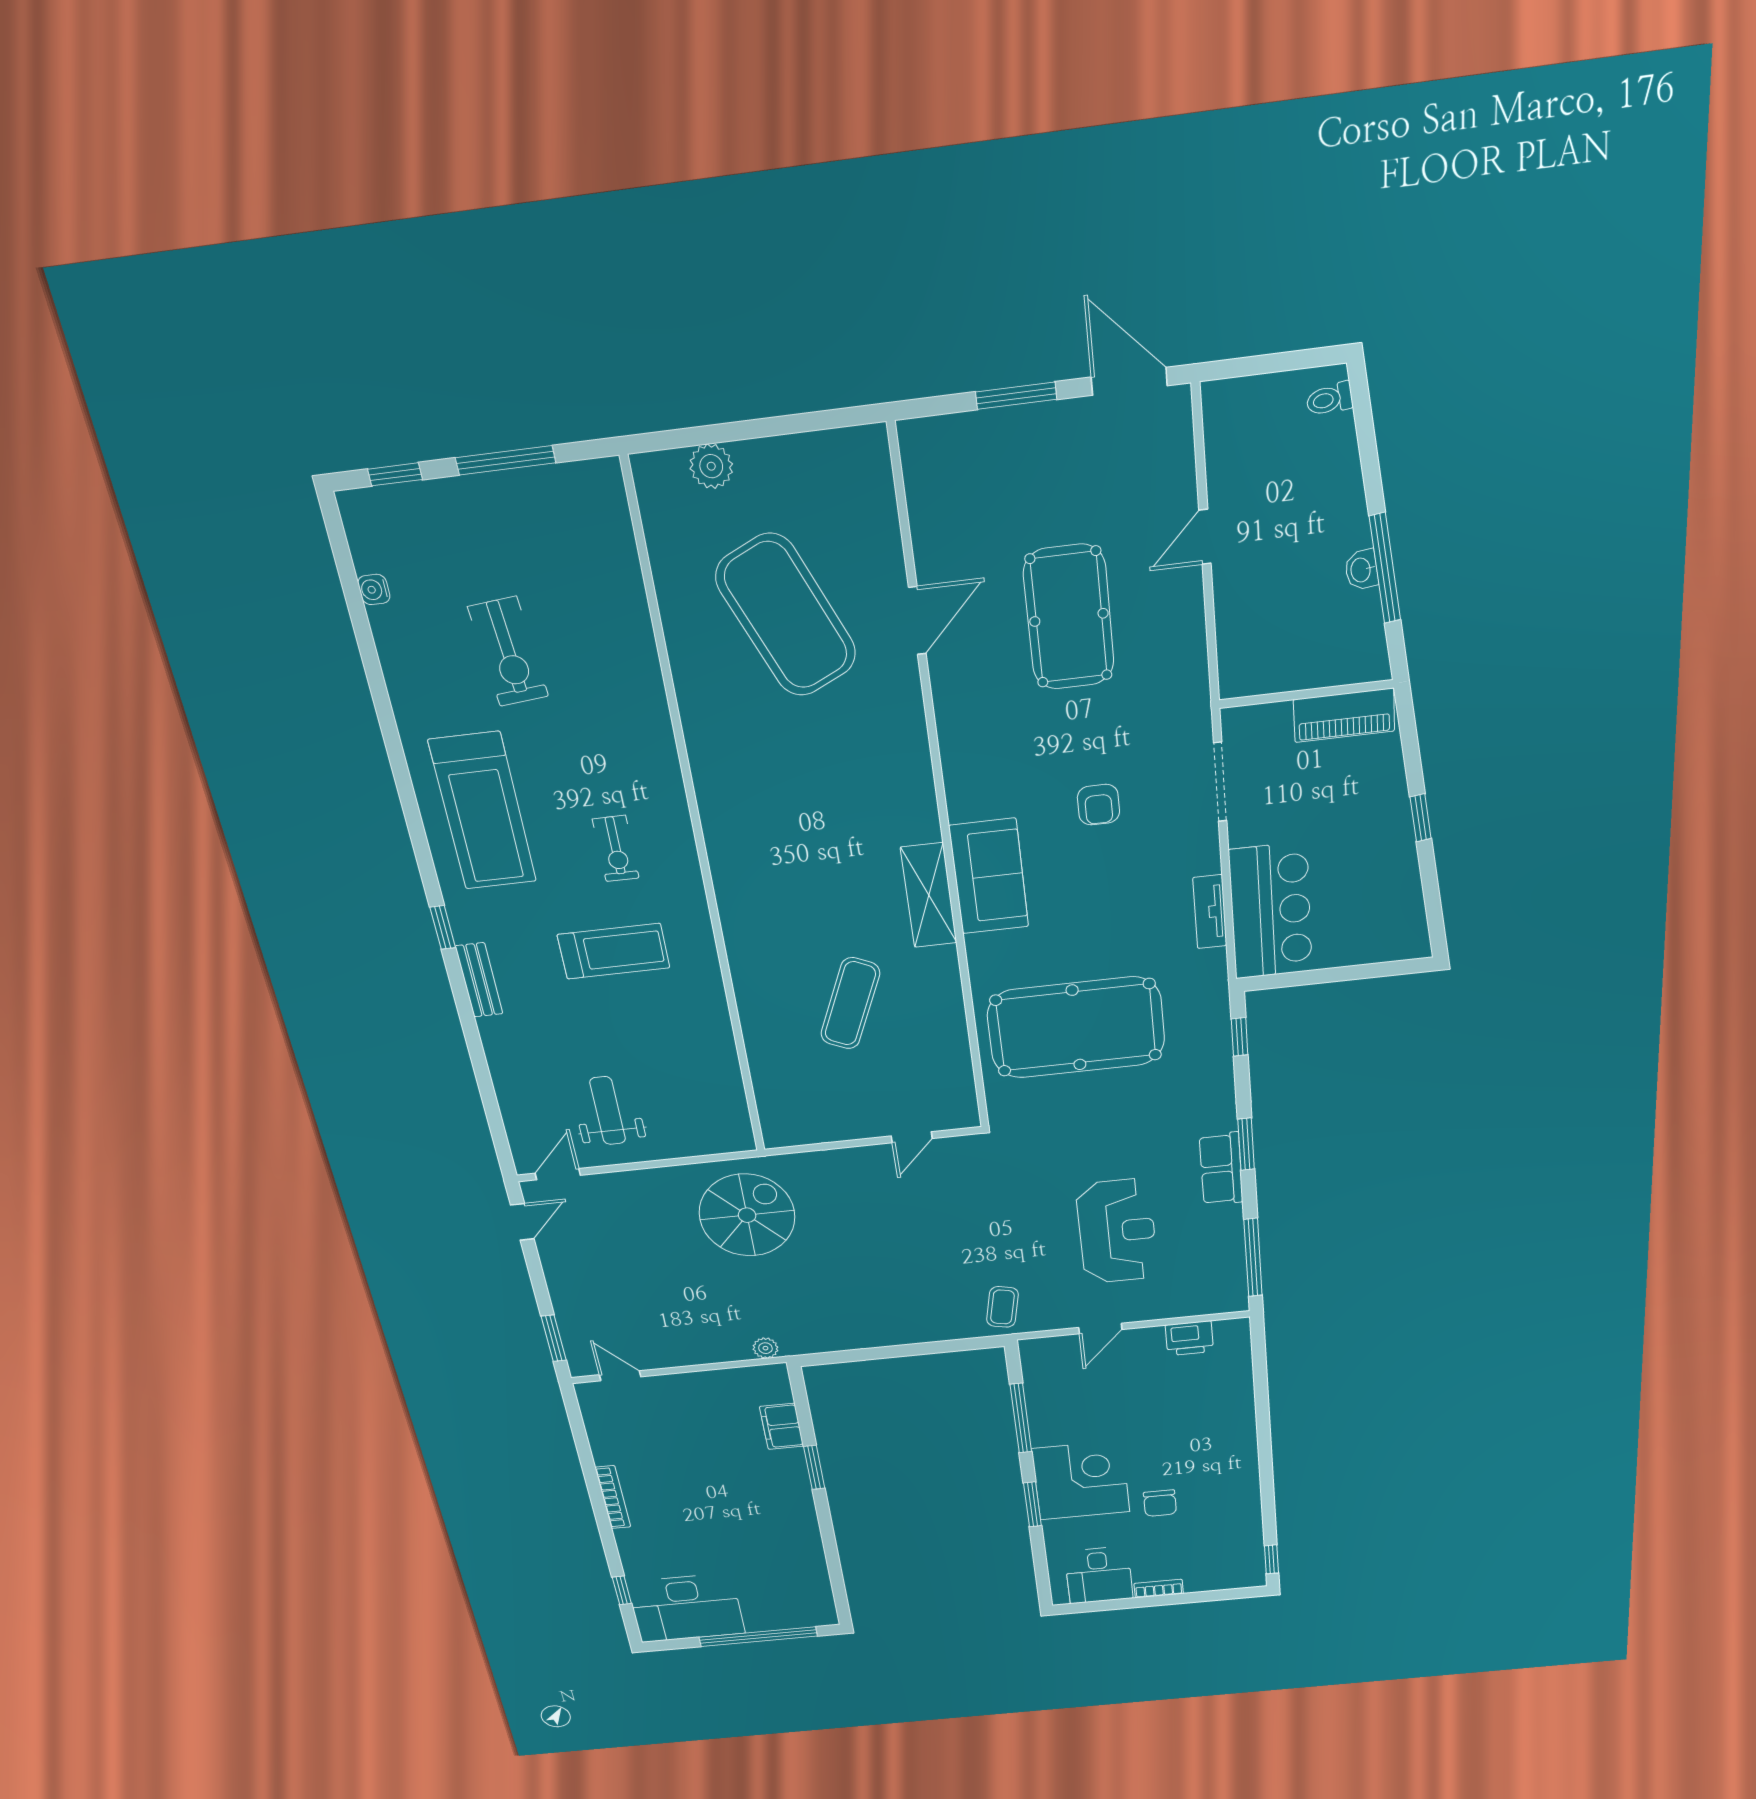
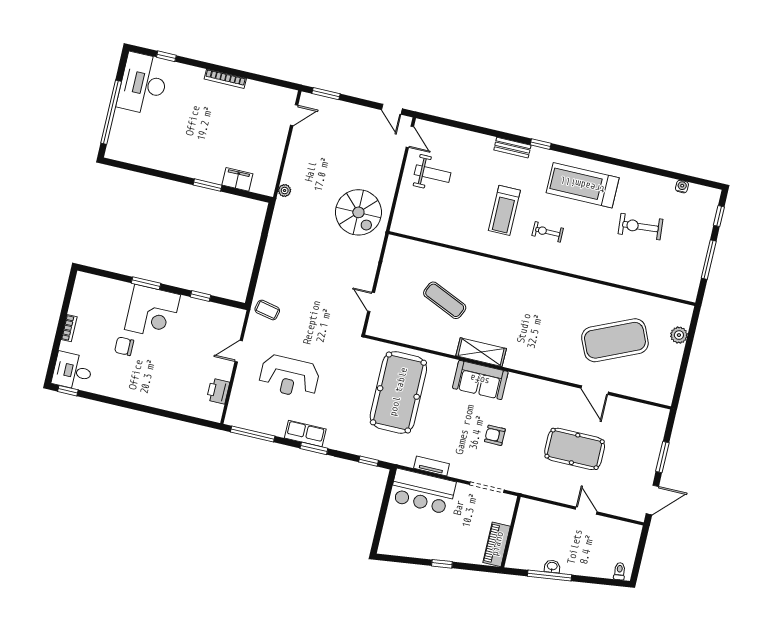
door: (1100, 1329) -> (239, 351), hinge flipped
window: (1021, 1418) -> (201, 296), width x0.46
desk: (1099, 1575) -> (72, 371), moved

